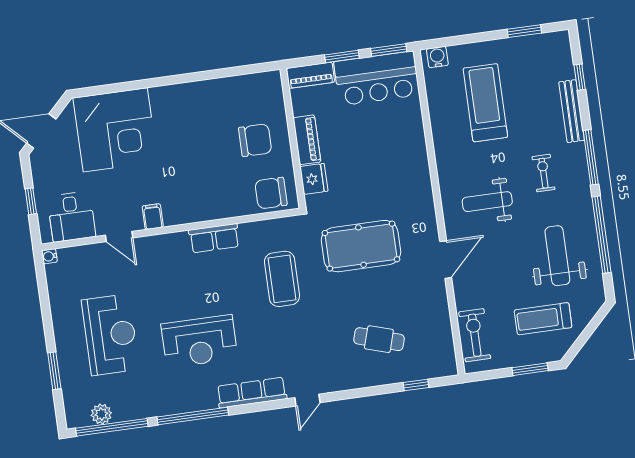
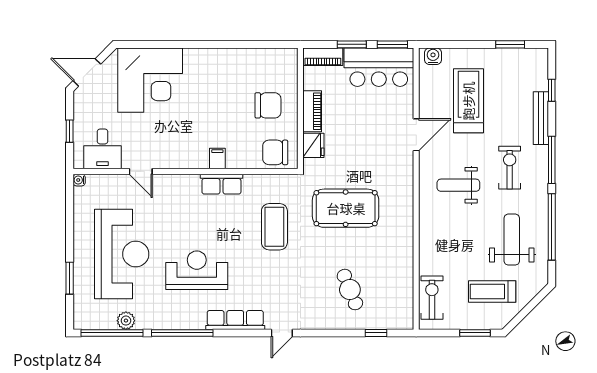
exercise bike: (544, 173) -> (510, 168), width x1.38, depth x1.39
filing cabinet: (153, 217) -> (217, 158), moved
door: (446, 260) -> (416, 135), moved
reception desk: (110, 335) -> (122, 254), width x1.36, depth x1.30
cafe table: (379, 339) -> (350, 290), turned 51
reception desk: (199, 341) -> (197, 270), turned 180
plant: (101, 414) -> (126, 321), moved

